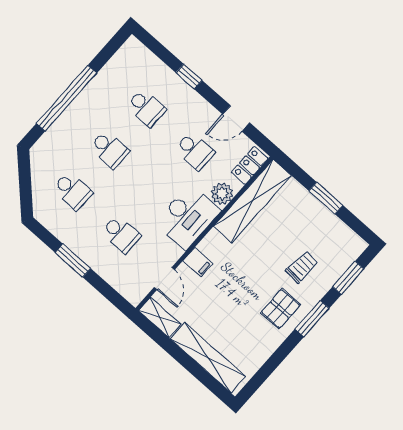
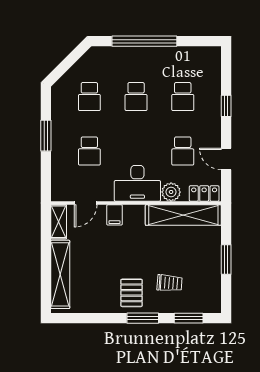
pallet: (281, 309) -> (132, 293), turned 90

